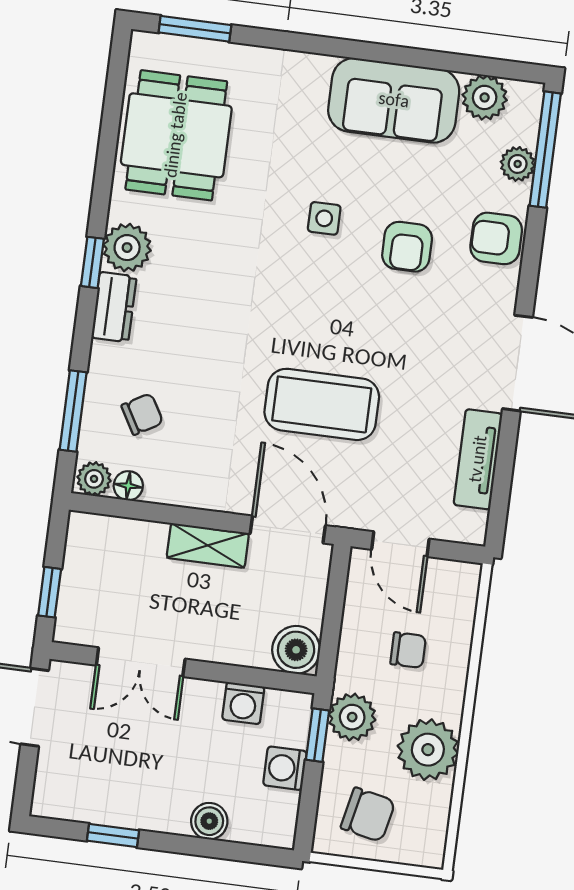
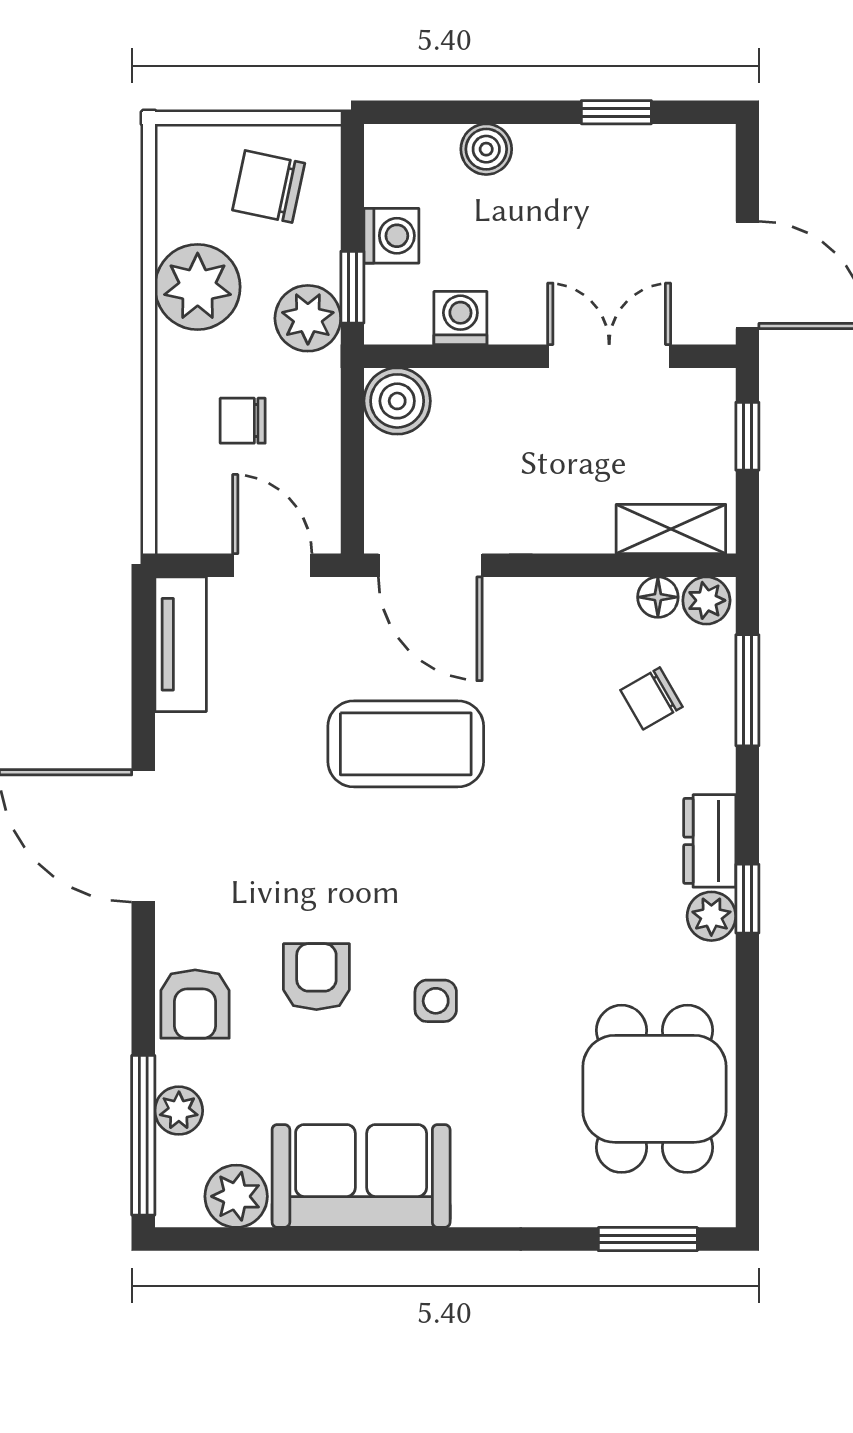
armchair: (496, 238) -> (195, 1004), turned 90
plant: (127, 248) -> (711, 916), width x0.73, depth x0.73
tv unit: (478, 459) -> (181, 644), moved
shelving: (208, 545) -> (671, 529), moved

